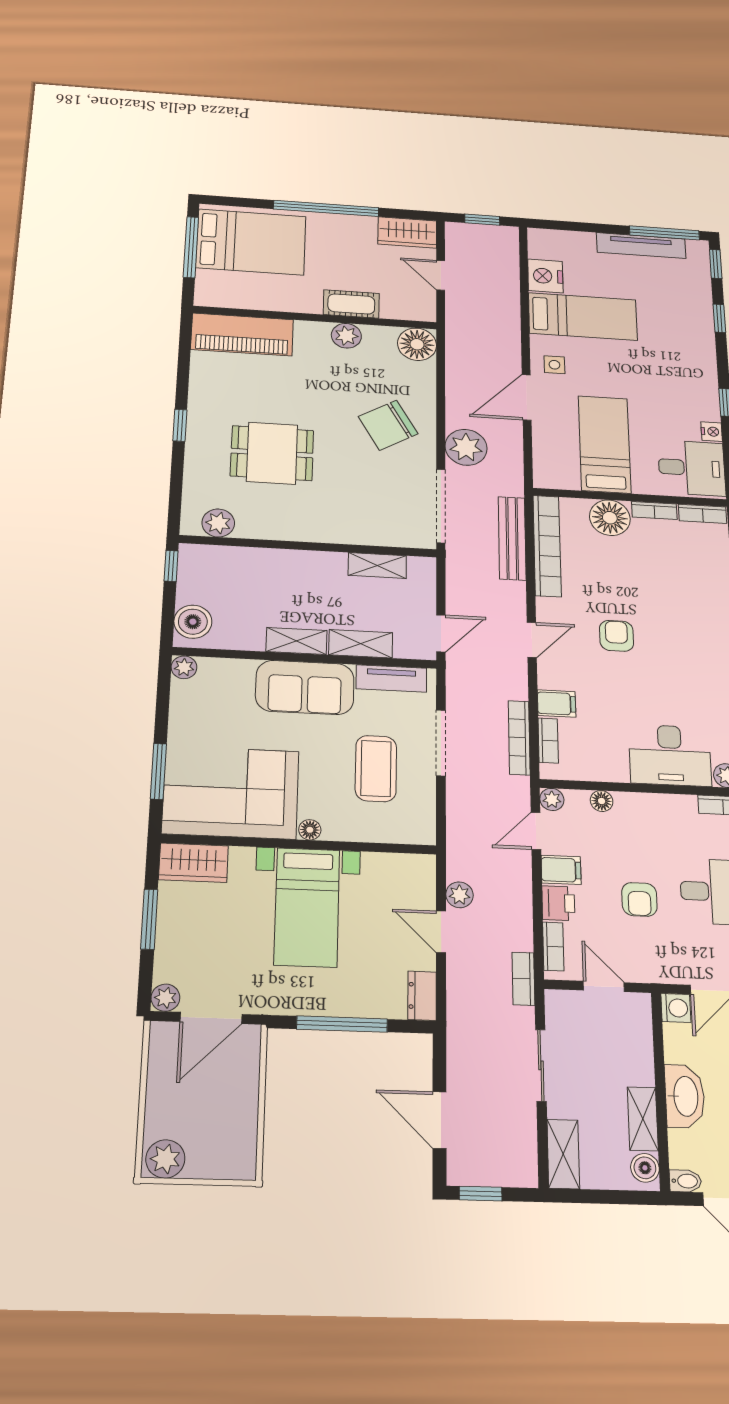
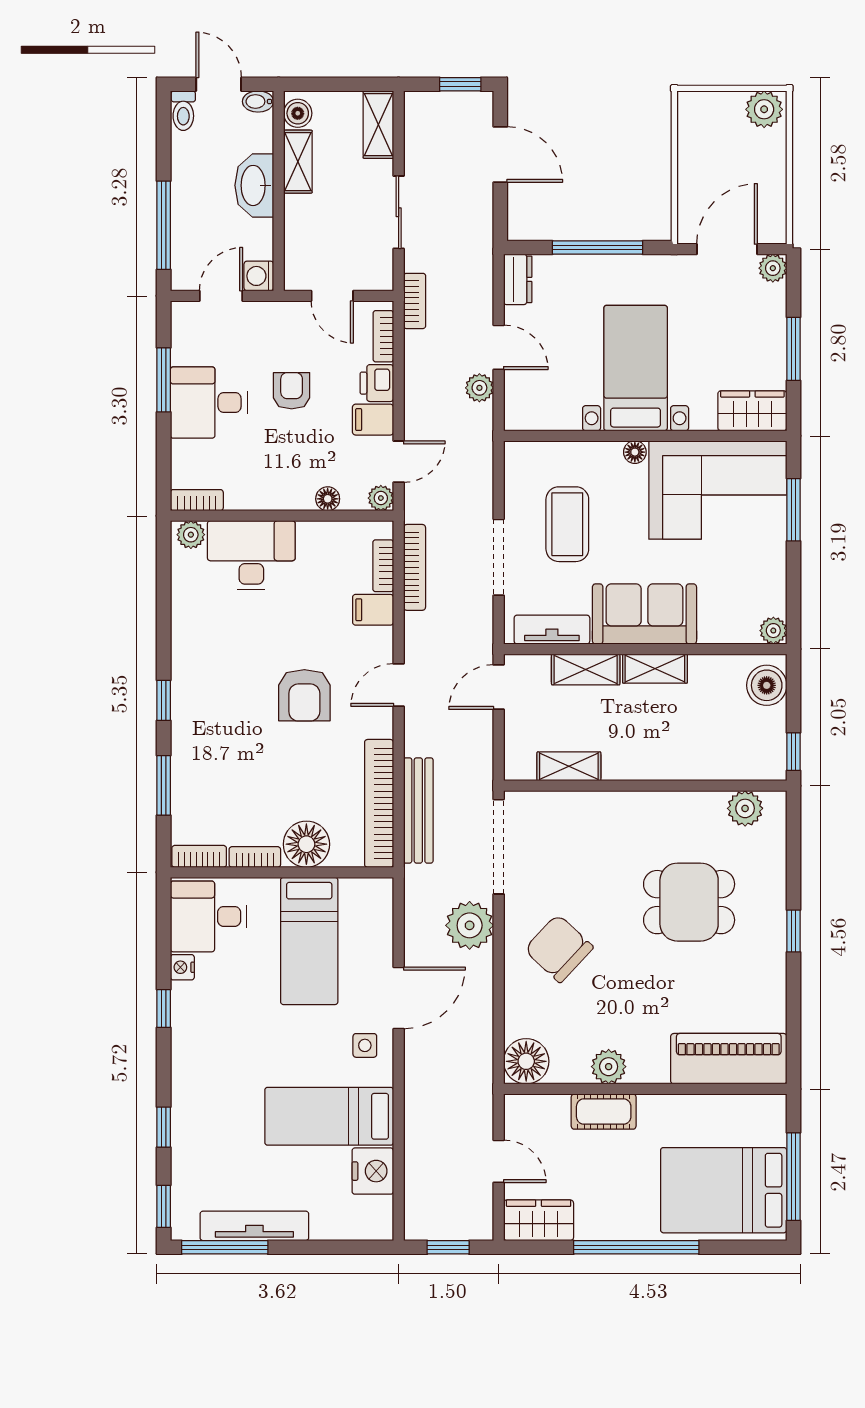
chair: (388, 425) -> (559, 948), turned -107
armchair: (616, 636) -> (304, 695), width x1.38, depth x1.38

